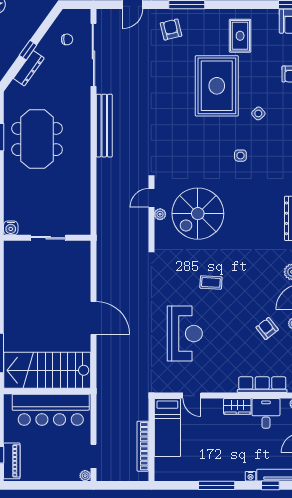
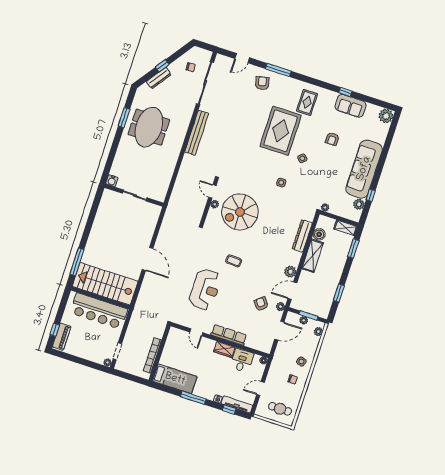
door: (151, 198) -> (212, 191), hinge flipped
row of seats: (262, 385) -> (229, 335), moved
bed: (167, 428) -> (175, 379), moved, turned -90

